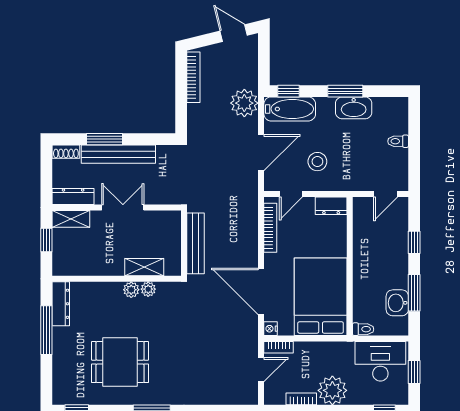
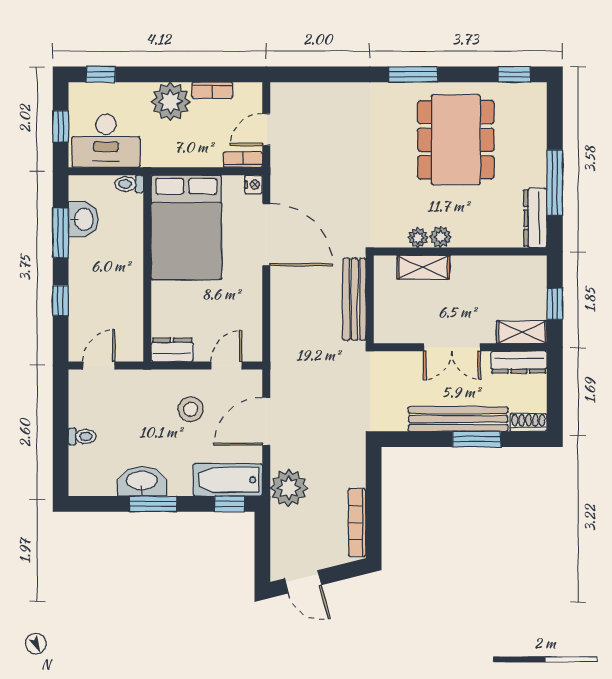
bookcase: (270, 228) -> (254, 320), removed
dining table: (120, 362) -> (456, 140), width x1.38

